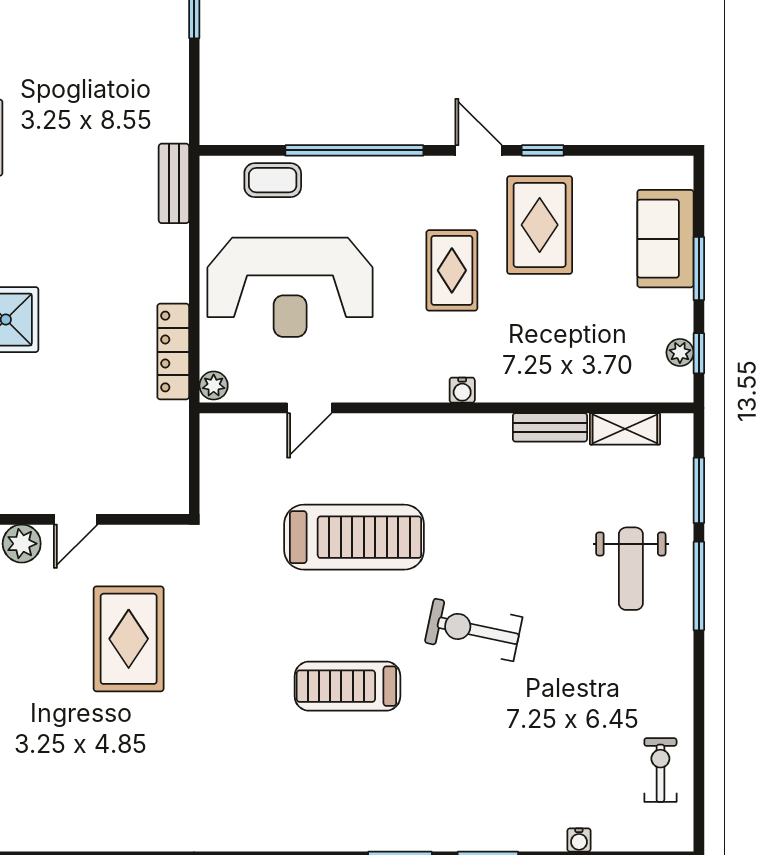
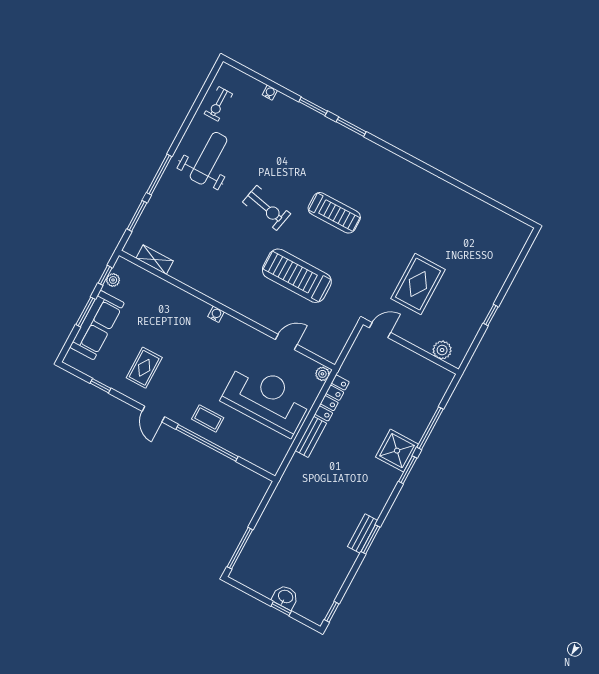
window: (543, 150) -> (100, 386), moved
coffee table: (273, 180) -> (208, 418), moved
bench: (174, 183) -> (311, 437), moved
rug: (540, 225) -> (144, 368), width x0.73, depth x0.70
sofa: (665, 239) -> (97, 325), width x1.36
rug: (452, 270) -> (193, 368), removed
bench: (550, 427) -> (187, 278), removed
door: (76, 519) -> (380, 330), moved
weight bench: (631, 569) -> (209, 158), moved, width x1.36, depth x1.33

